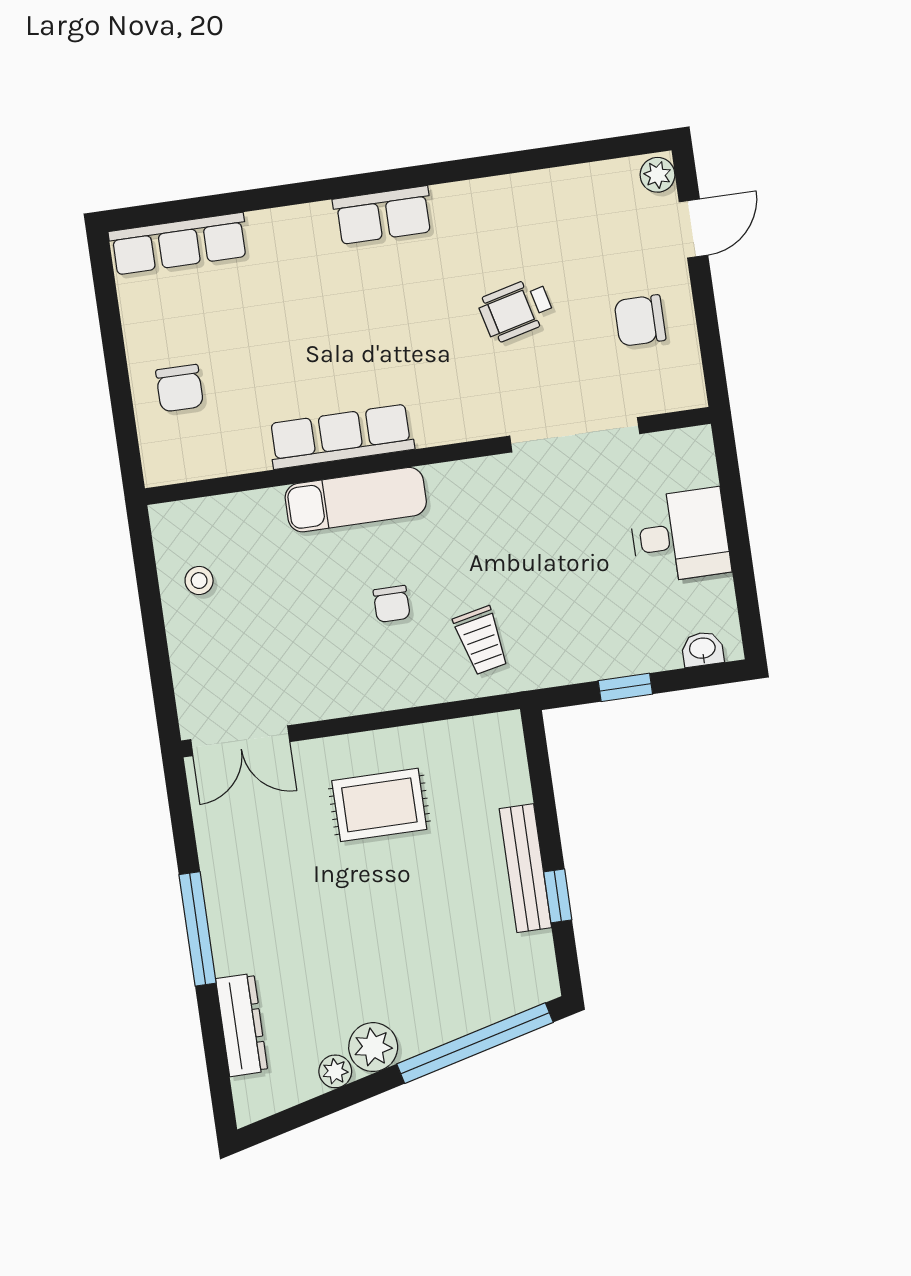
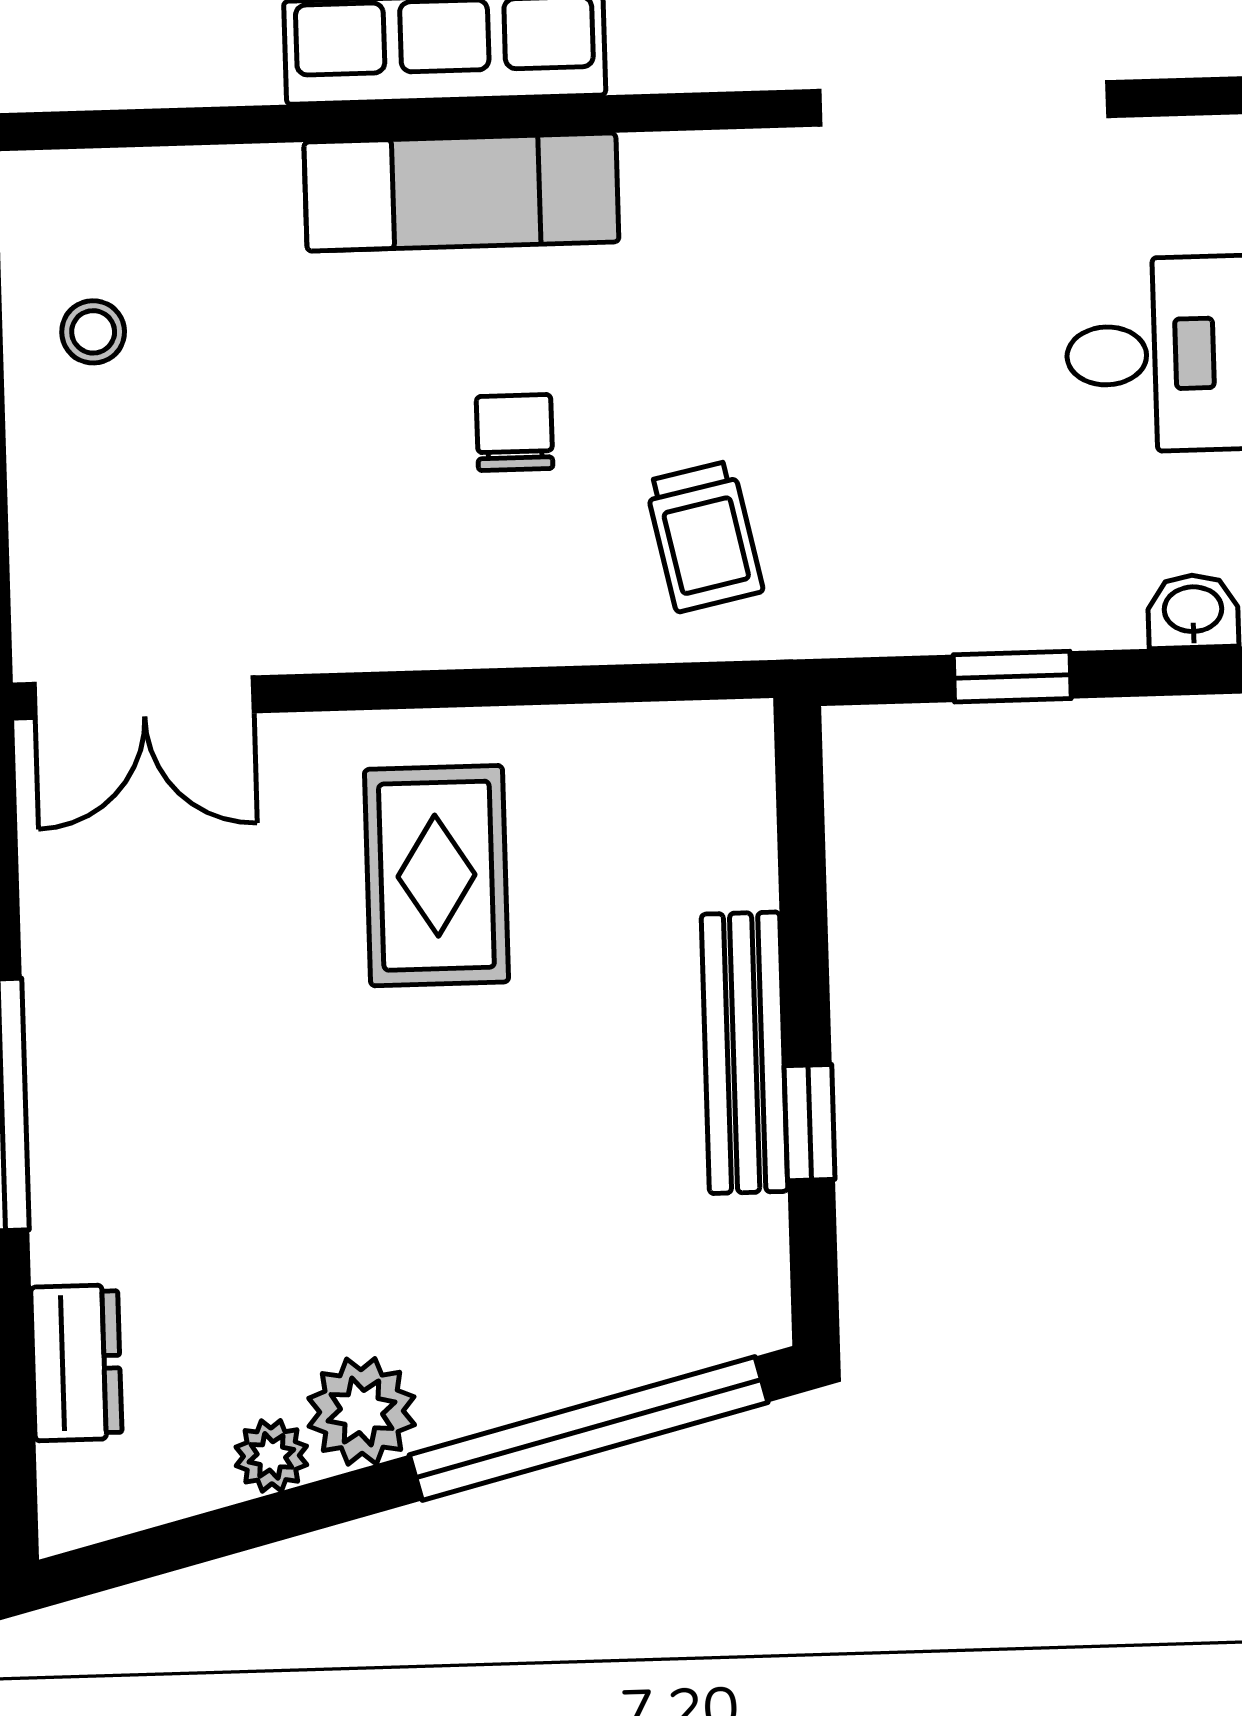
chair: (392, 604) -> (515, 432), turned 180
rug: (379, 805) -> (436, 876), turned 90
dresser: (242, 1025) -> (76, 1363), width x0.70

